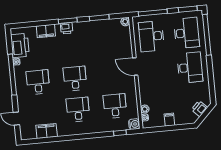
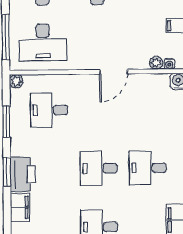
printer: (67, 28) -> (23, 174), width x1.87, depth x1.48
door: (135, 67) -> (114, 72), moved
desk: (115, 106) -> (49, 110), moved

